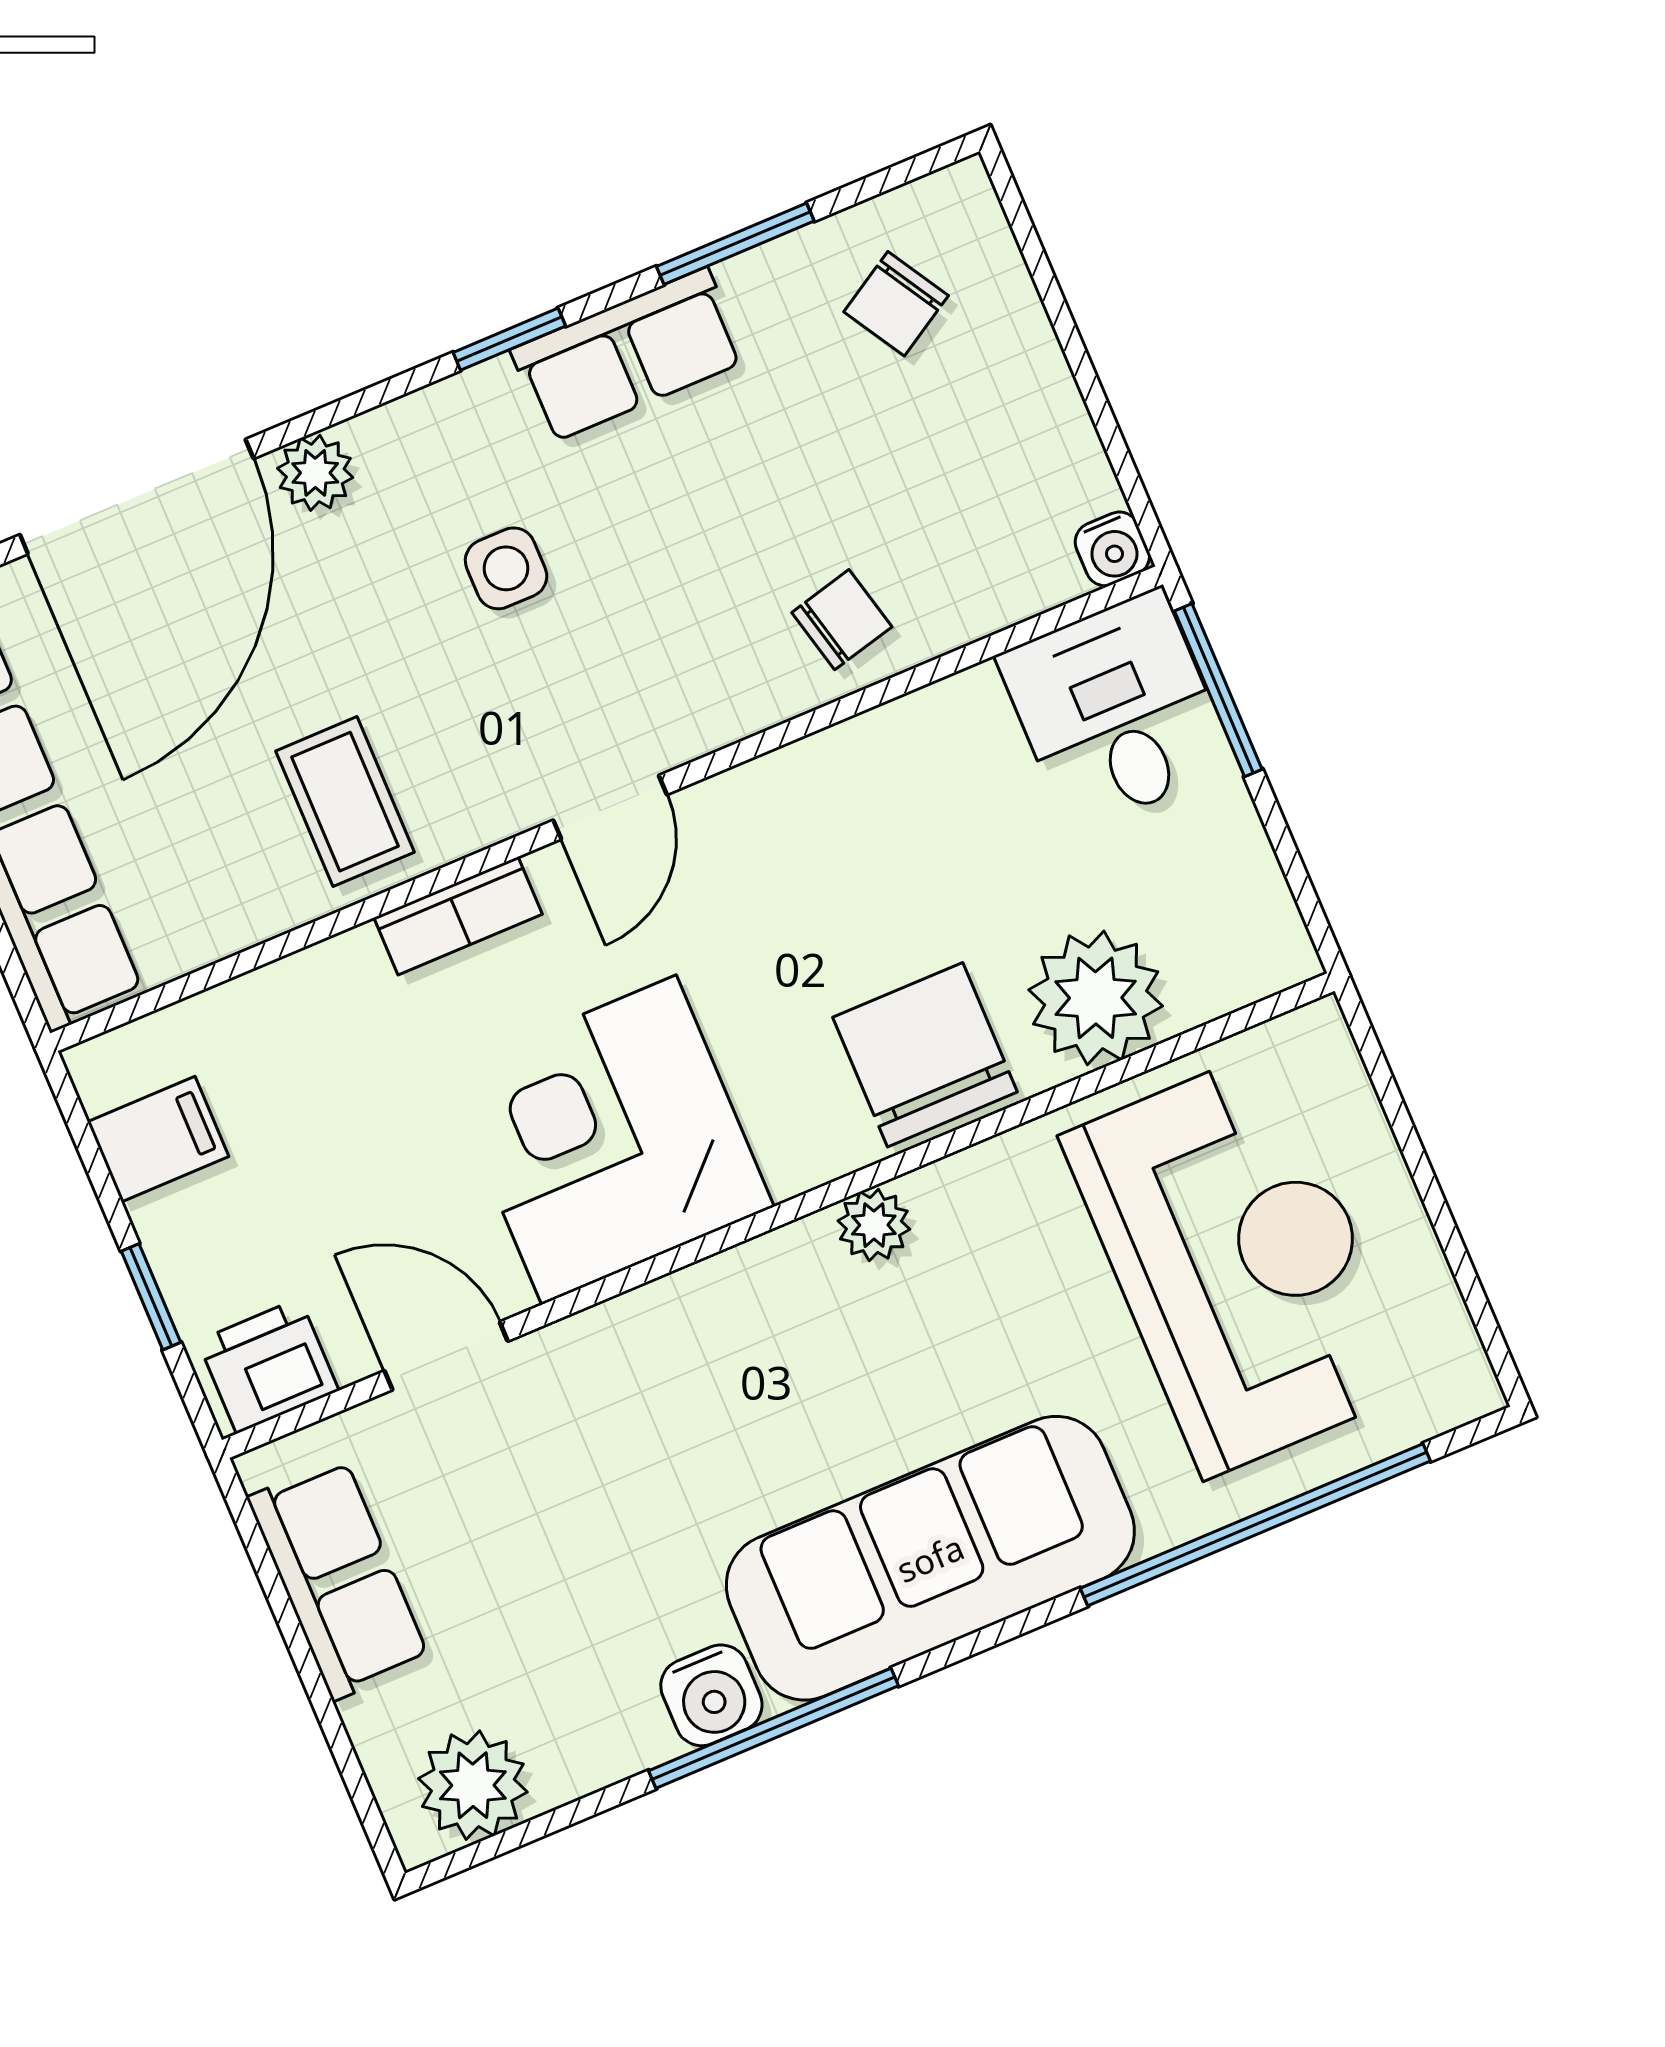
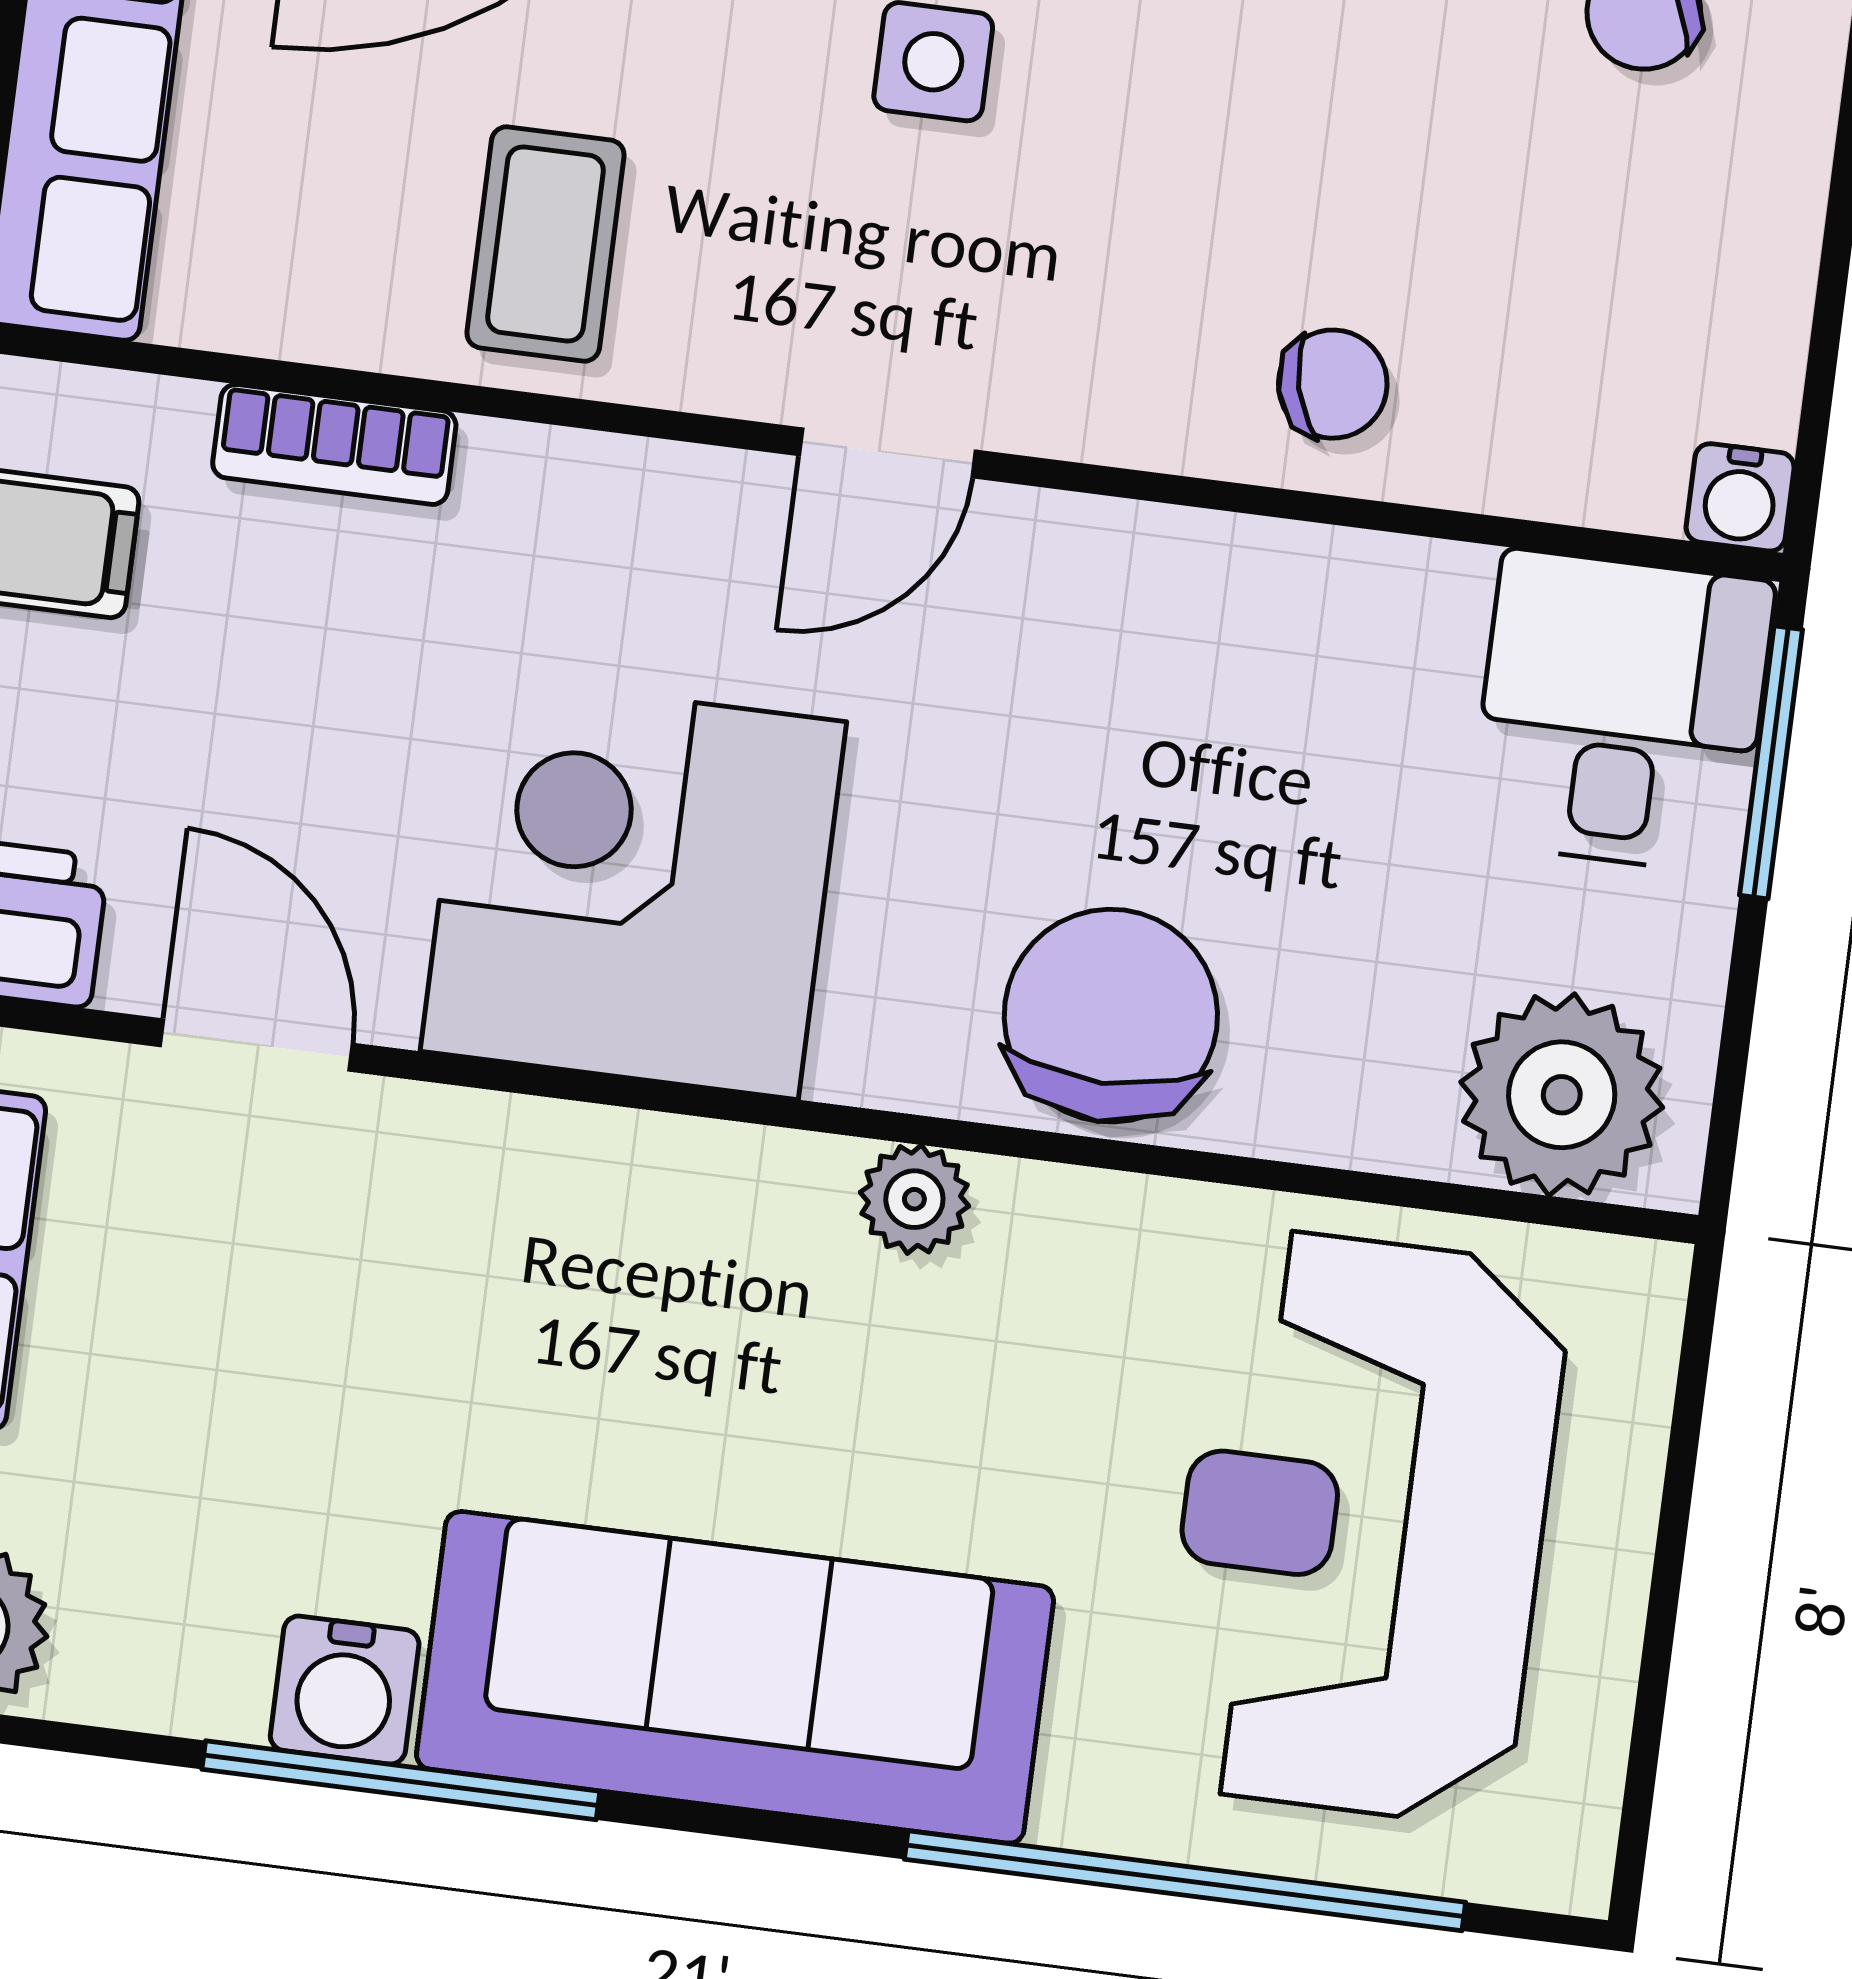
bookcase: (458, 916) -> (334, 444), moved
plant: (1096, 998) -> (1562, 1095), moved
reception desk: (1239, 1263) -> (1363, 1526), turned 180

